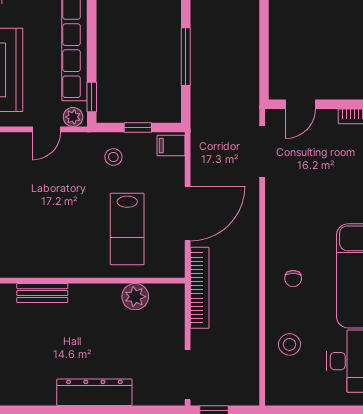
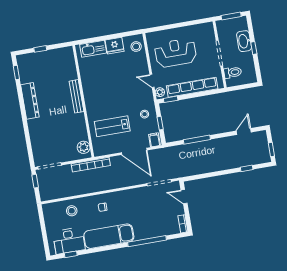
door: (188, 214) -> (134, 151), moved
bench: (42, 293) -> (76, 96), width x1.36
plant: (135, 297) -> (84, 147), moved
dresser: (94, 392) -> (30, 101), moved

